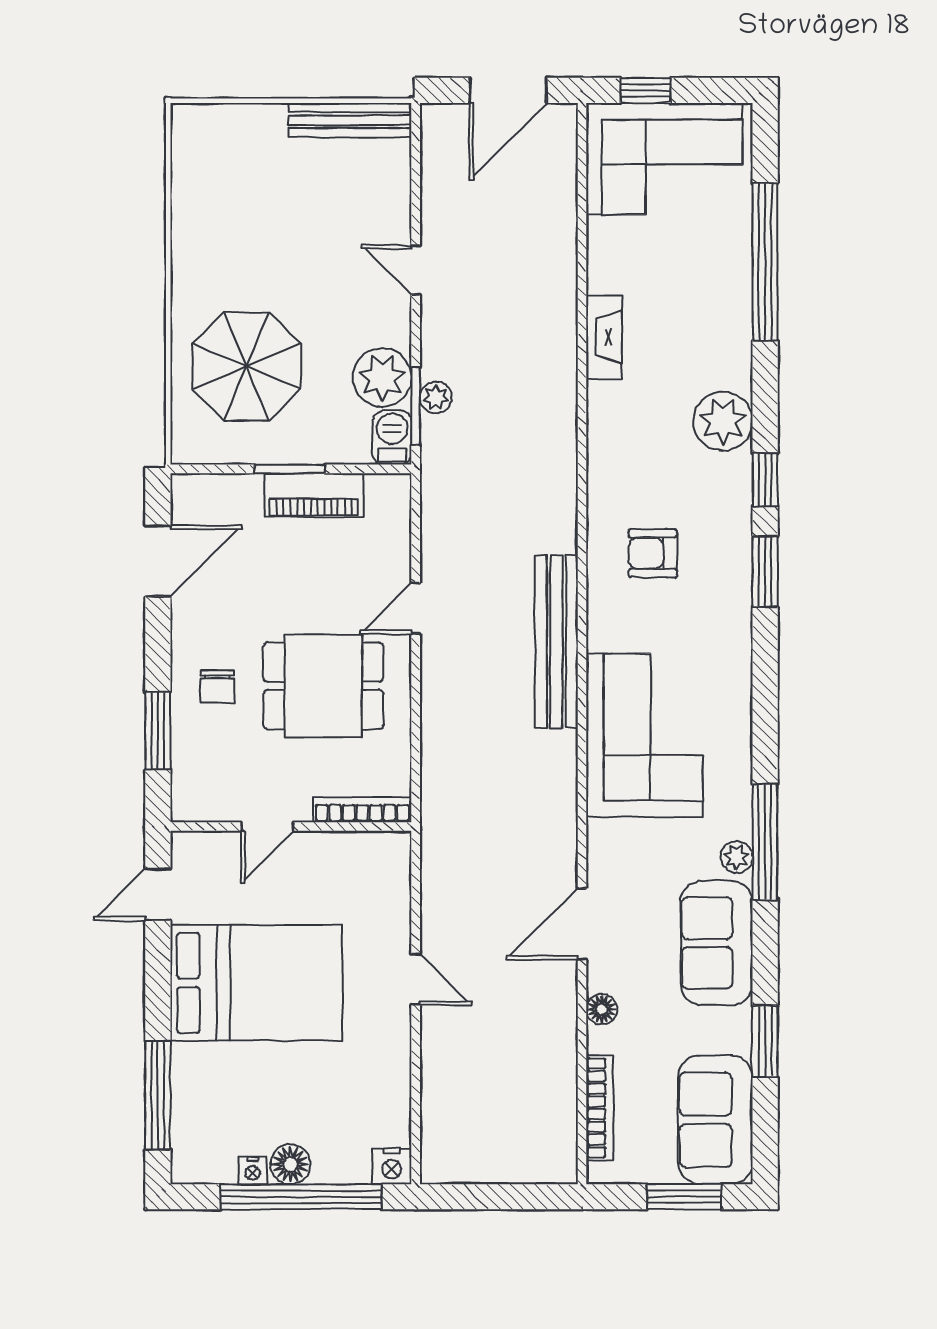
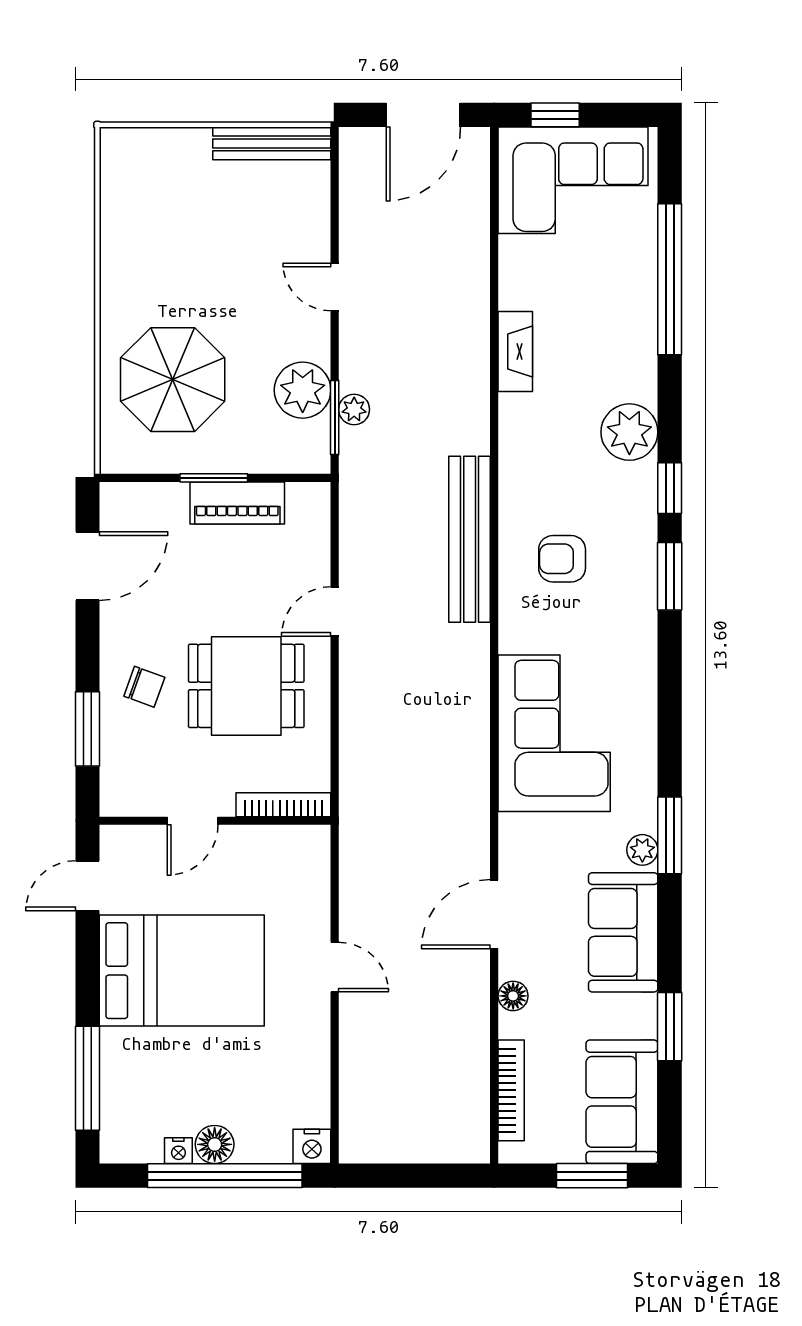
barbecue: (392, 437) -> (312, 448), removed
bench: (556, 642) -> (470, 539), moved
chair: (217, 687) -> (144, 687), turned -70
window: (765, 842) -> (670, 835), width x0.69

